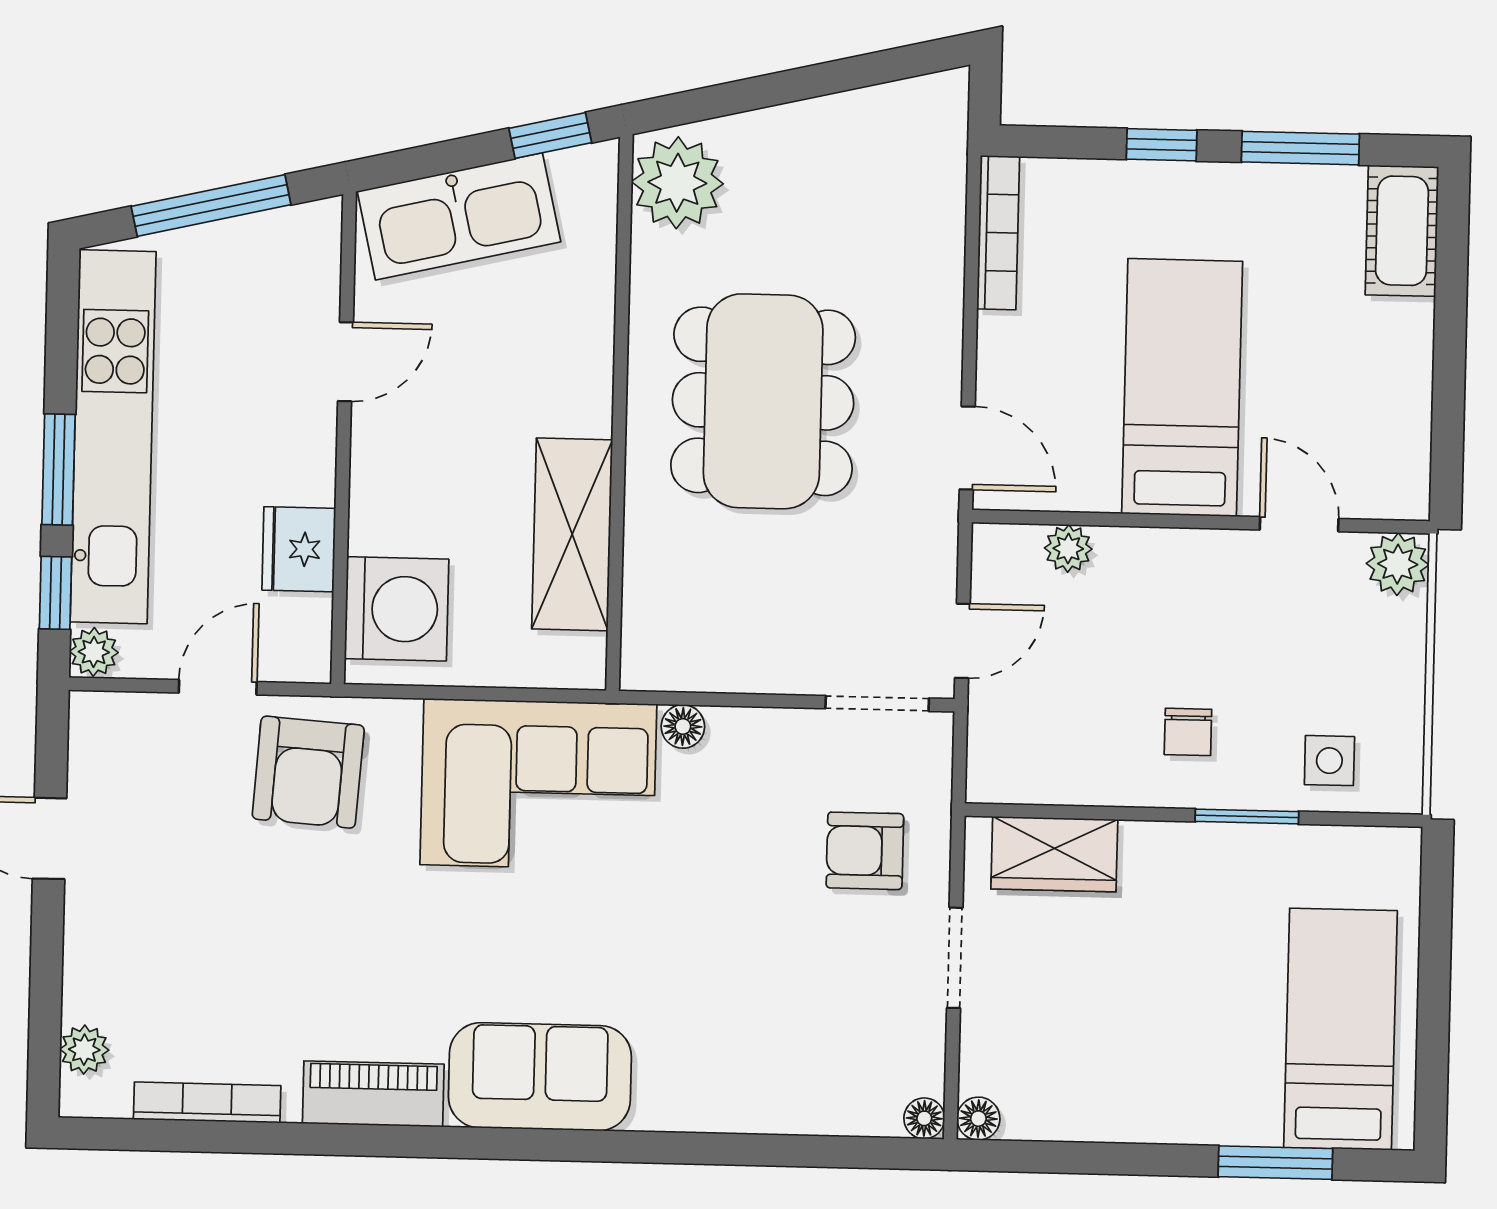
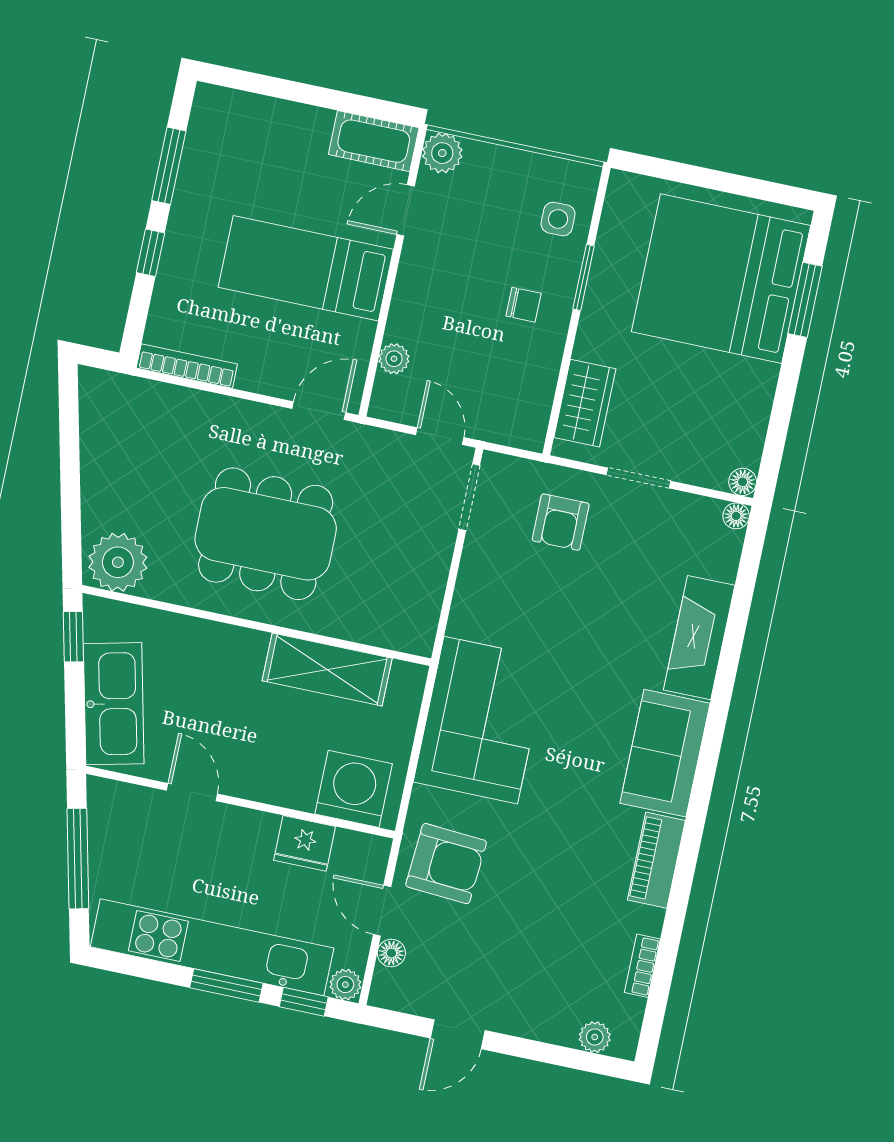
cot: (1402, 231) -> (374, 141), moved
floor lamp: (683, 726) -> (391, 953), moved
bed: (1340, 1029) -> (721, 279), width x2.04
fireplace: (727, 1096) -> (699, 638), added
bookcase: (207, 1102) -> (642, 966), width x0.64

